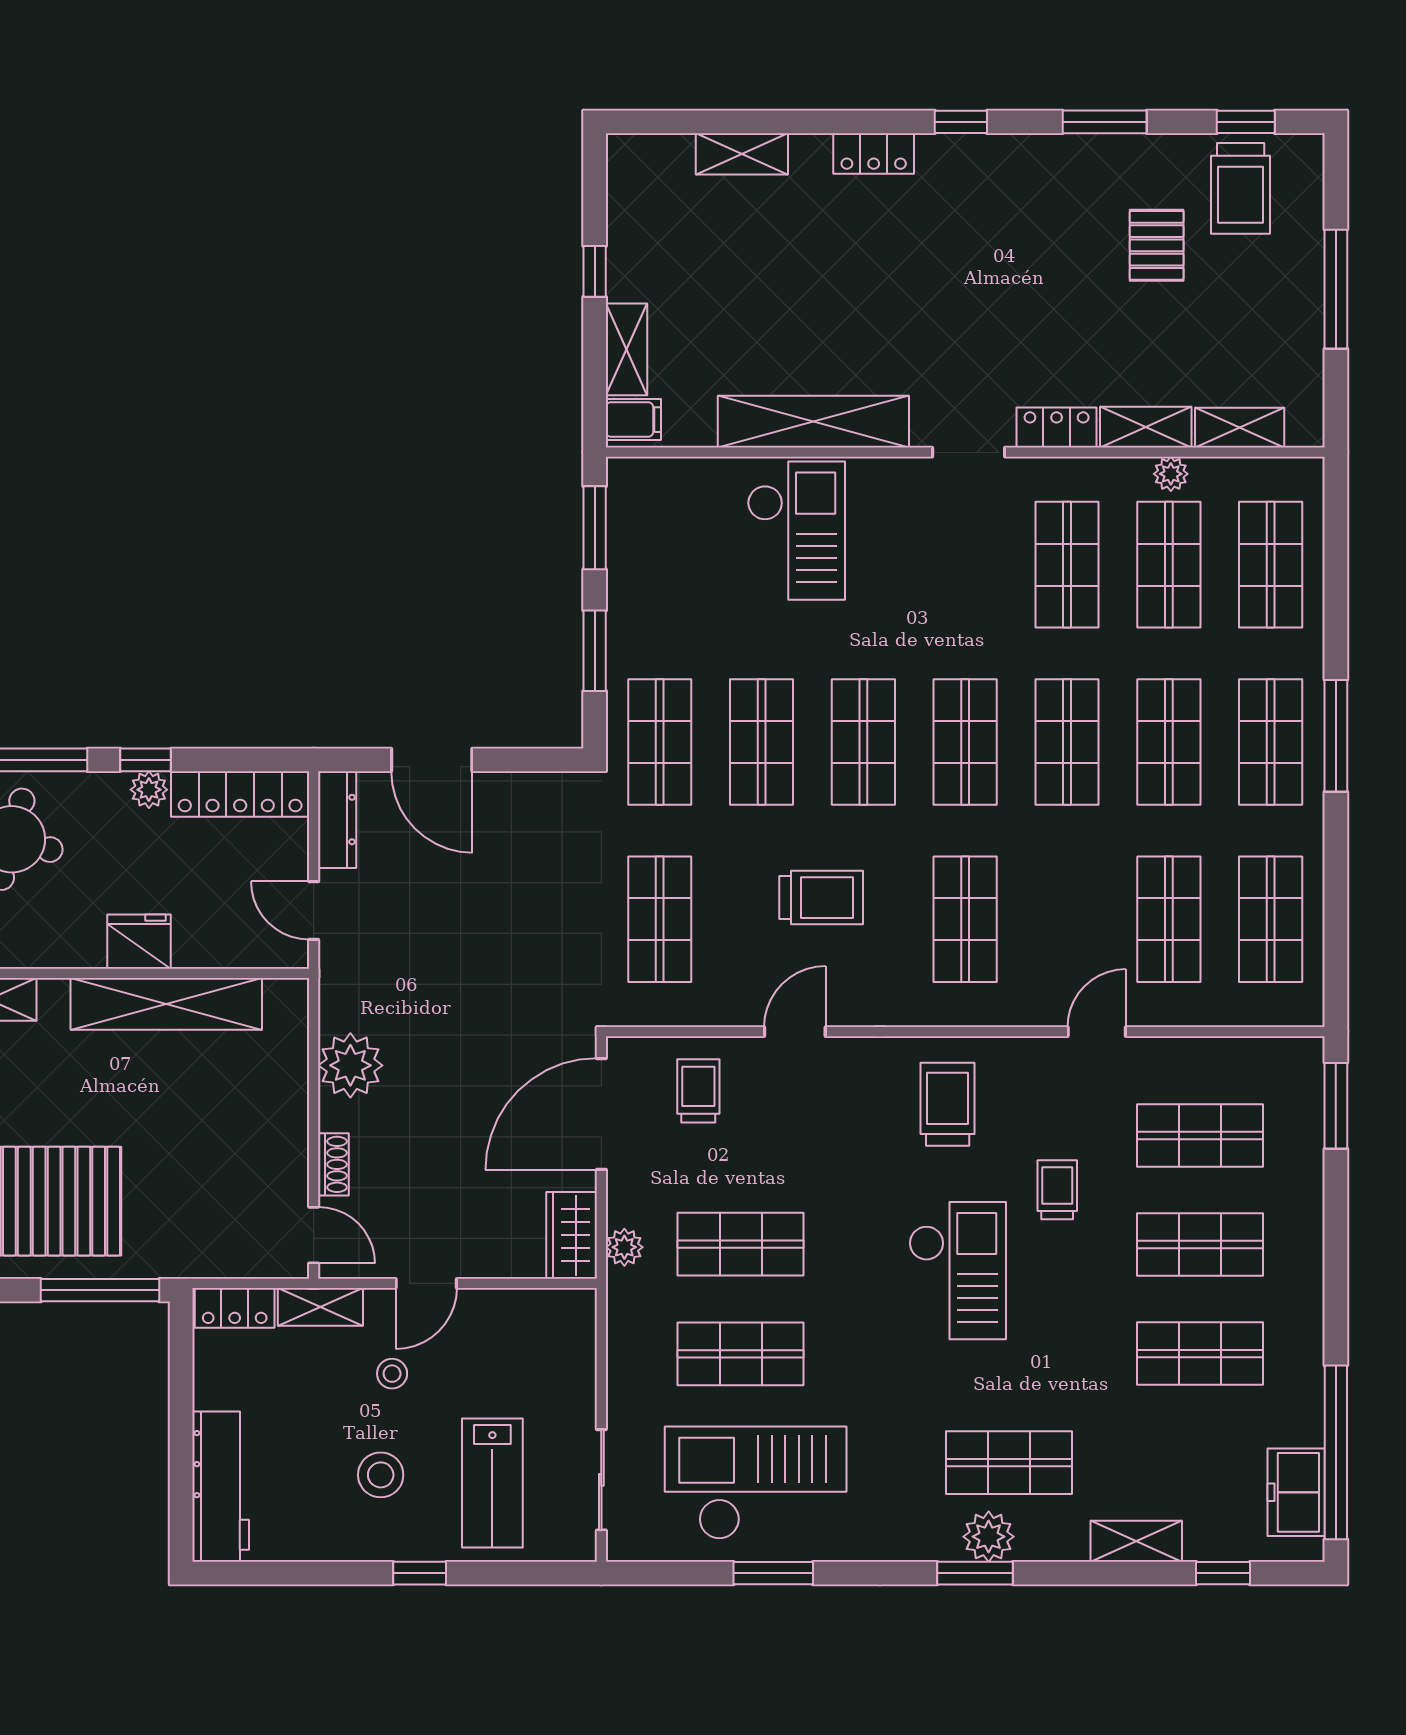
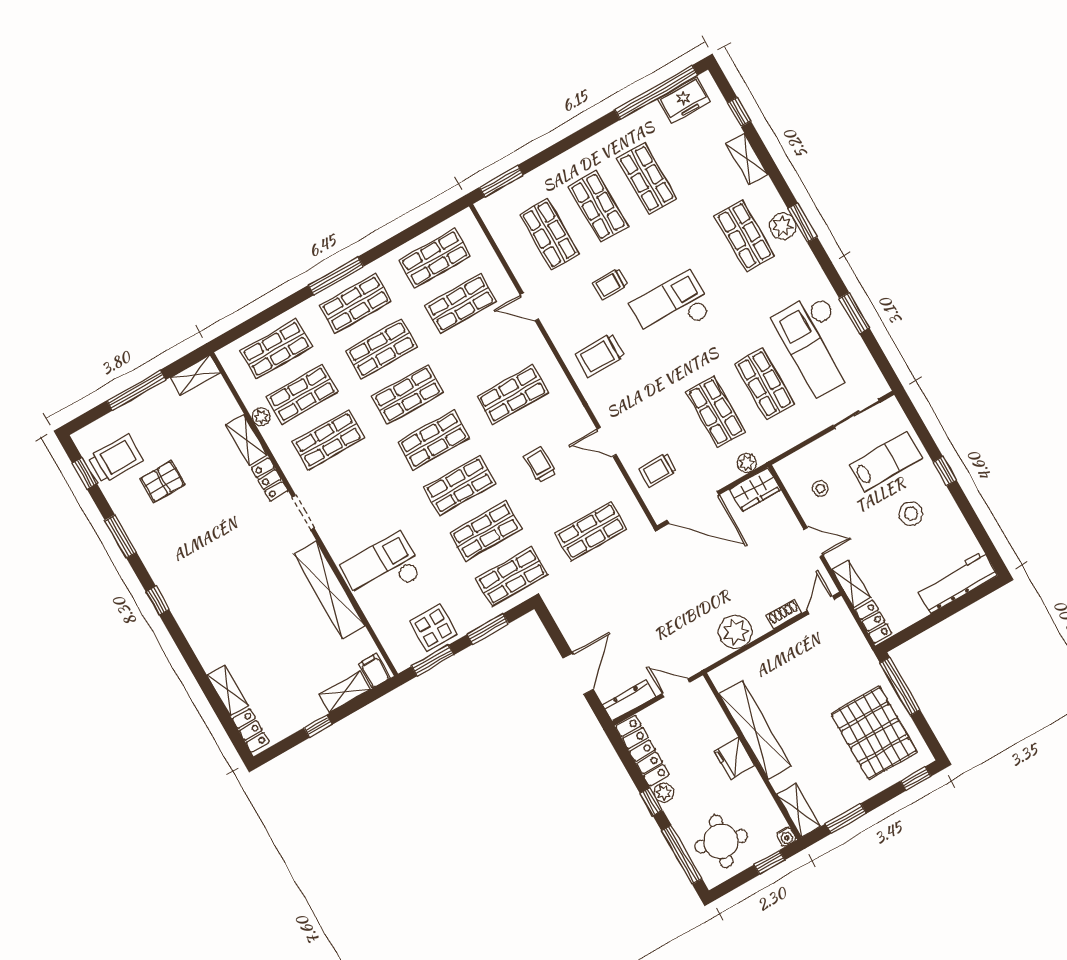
locker: (874, 153) -> (251, 731), moved
shelving: (1240, 428) -> (195, 375), moved, turned 90
display table: (649, 561) -> (434, 628), added
trolley: (821, 898) -> (540, 465), width x0.73, depth x0.72
door: (314, 910) -> (676, 688), swing flipped
stool: (392, 1374) -> (820, 488), moved

